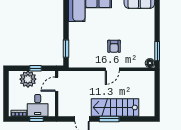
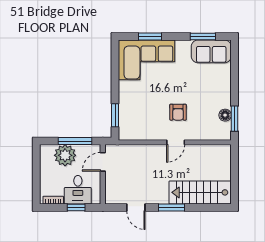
floor lamp: (150, 63) -> (225, 115), moved
window: (35, 68) -> (75, 141), width x2.17
stairs: (115, 107) -> (200, 192), moved

